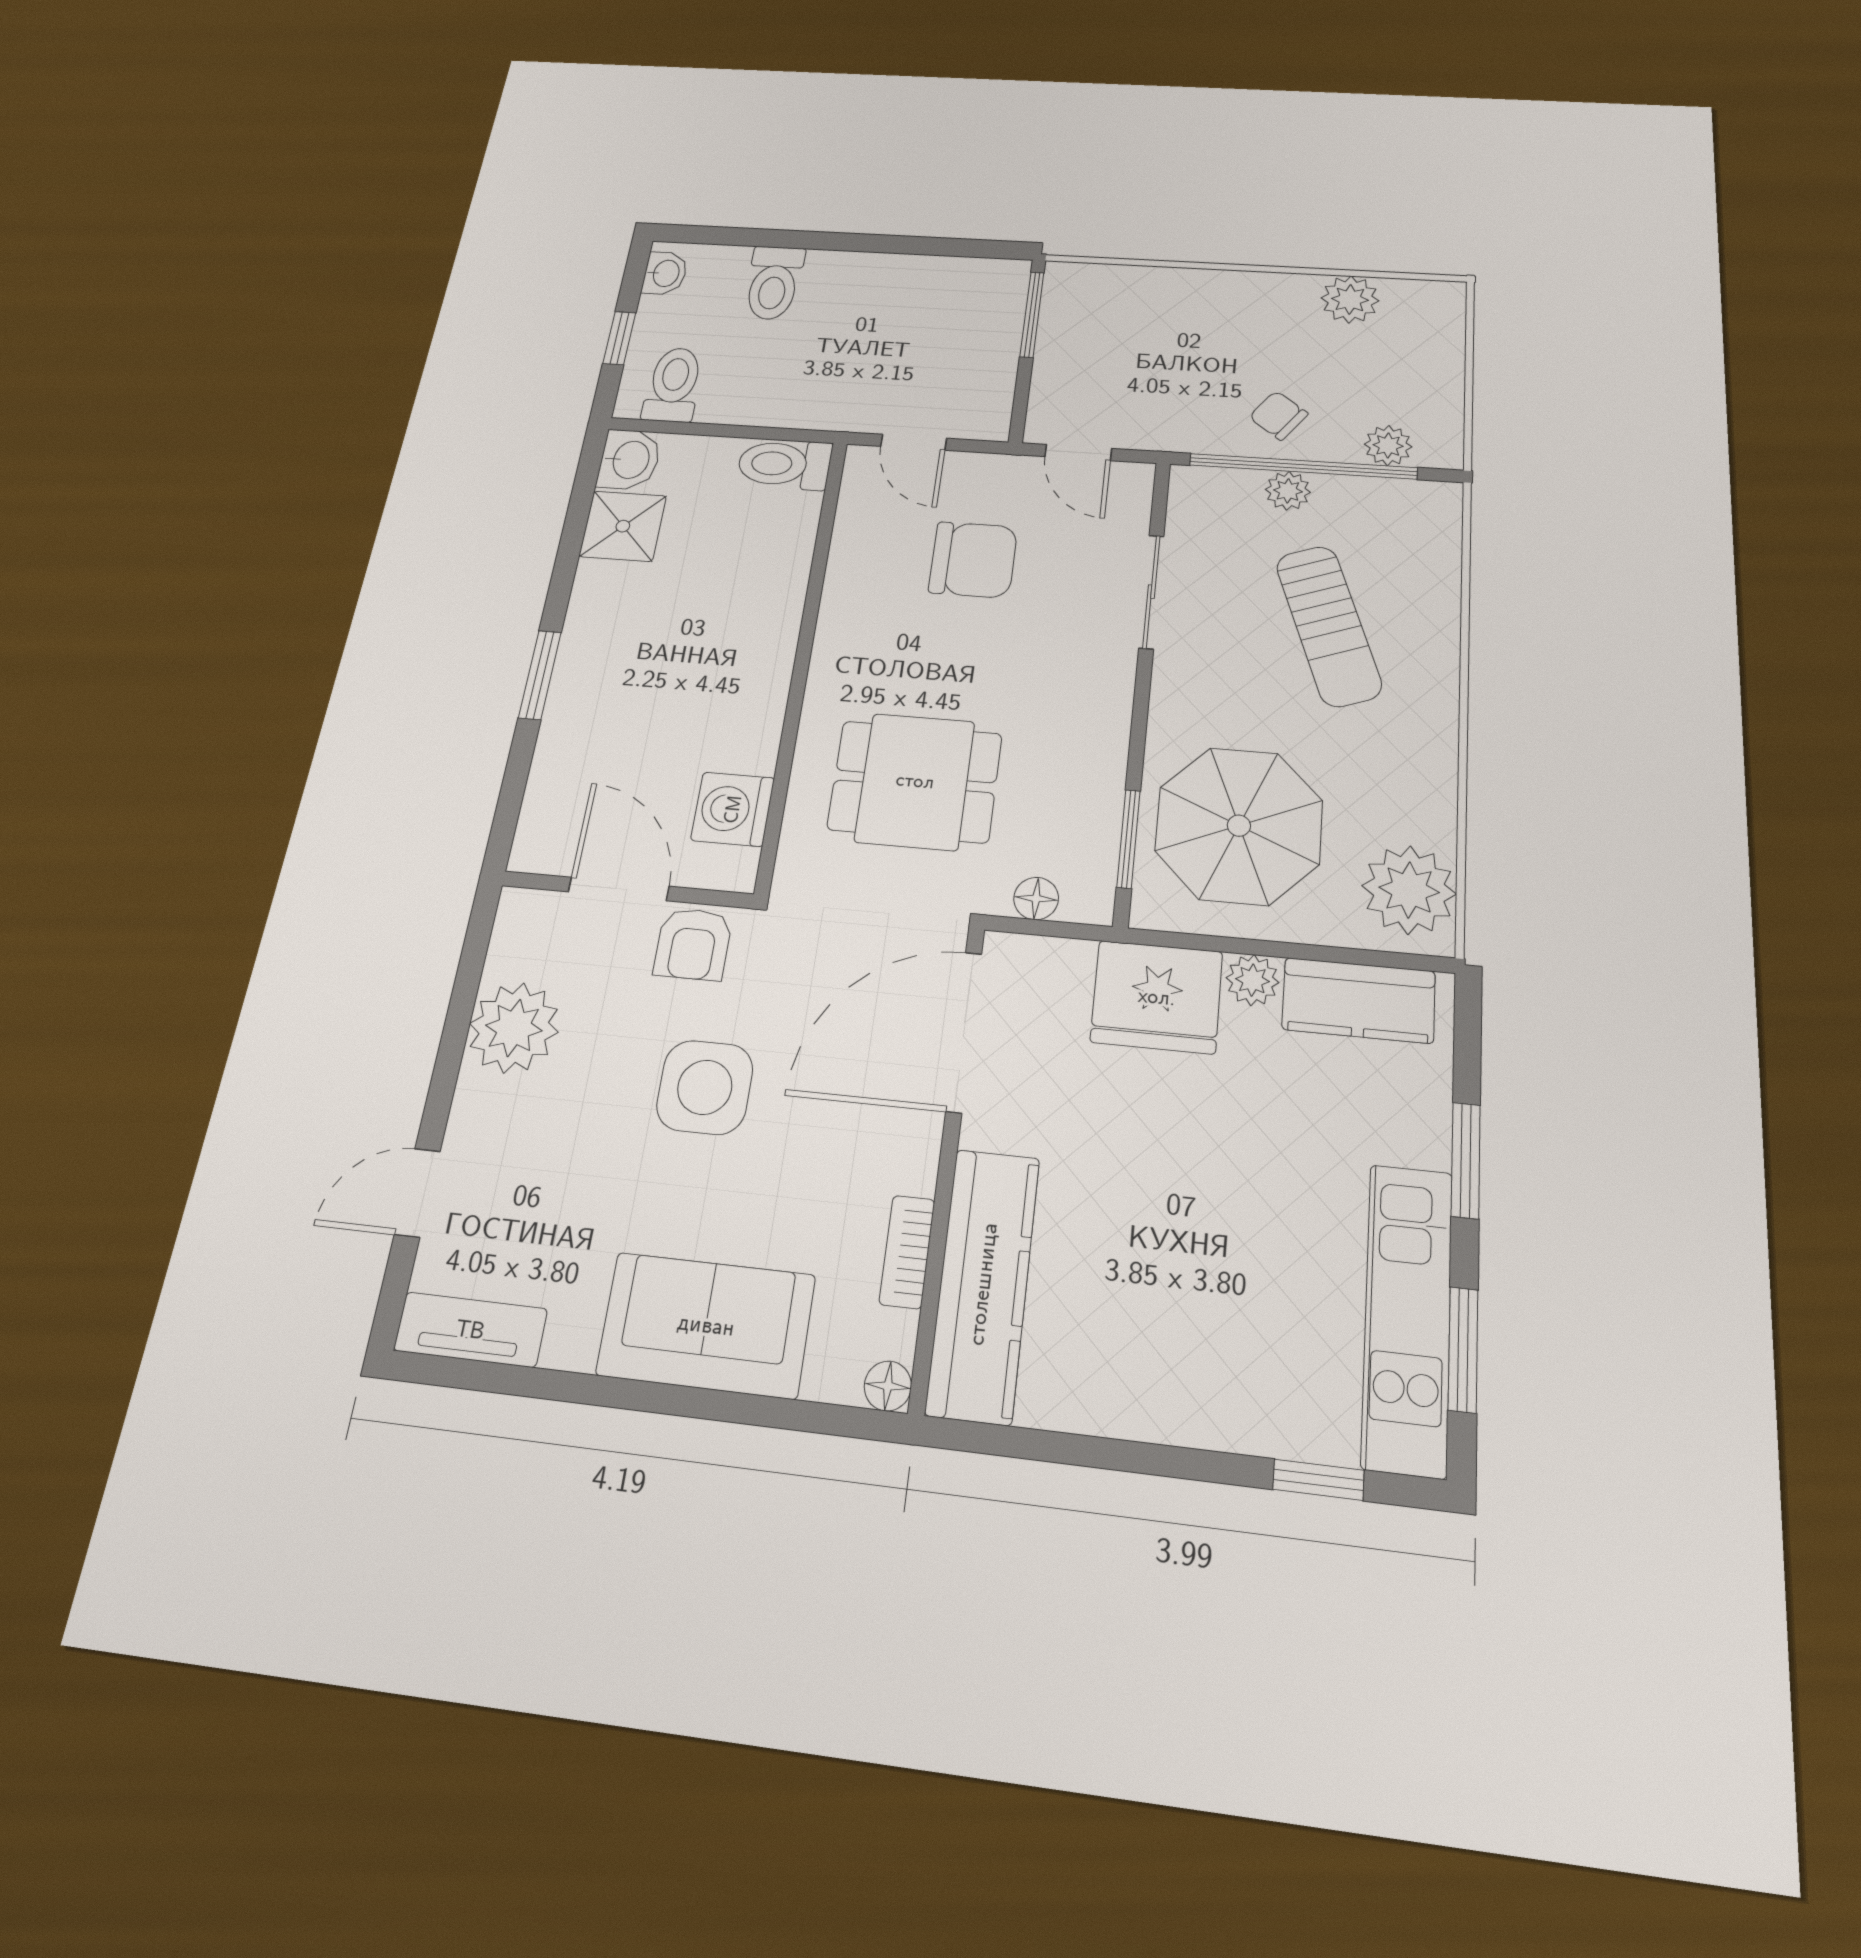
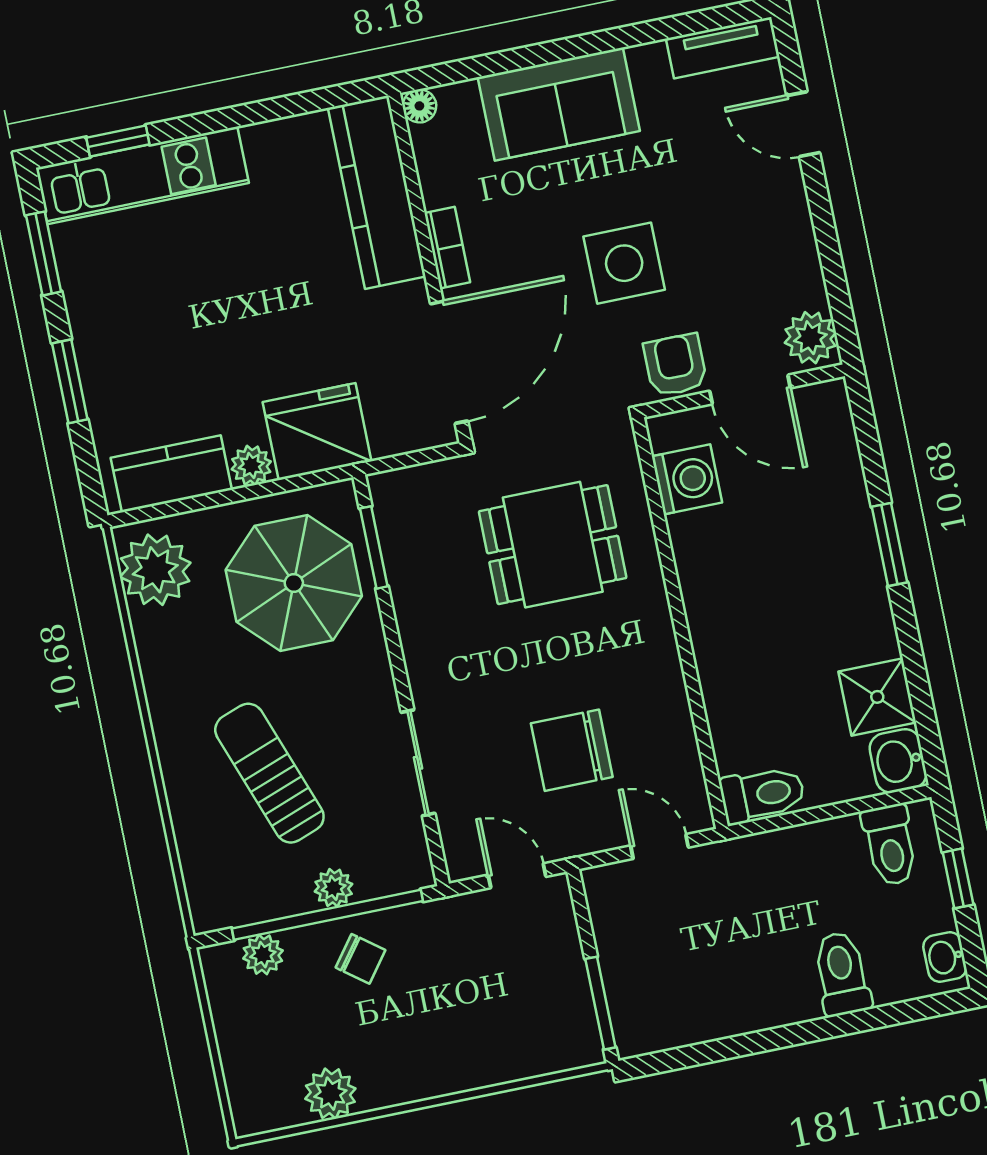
floor lamp: (1036, 899) -> (429, 479), removed
plant: (514, 1028) -> (810, 338), moved, width x0.73, depth x0.73
door: (417, 1193) -> (803, 124), swing flipped
bookcase: (907, 1252) -> (447, 248), moved
kitchen unit: (1407, 1317) -> (142, 175), moved, turned 90

